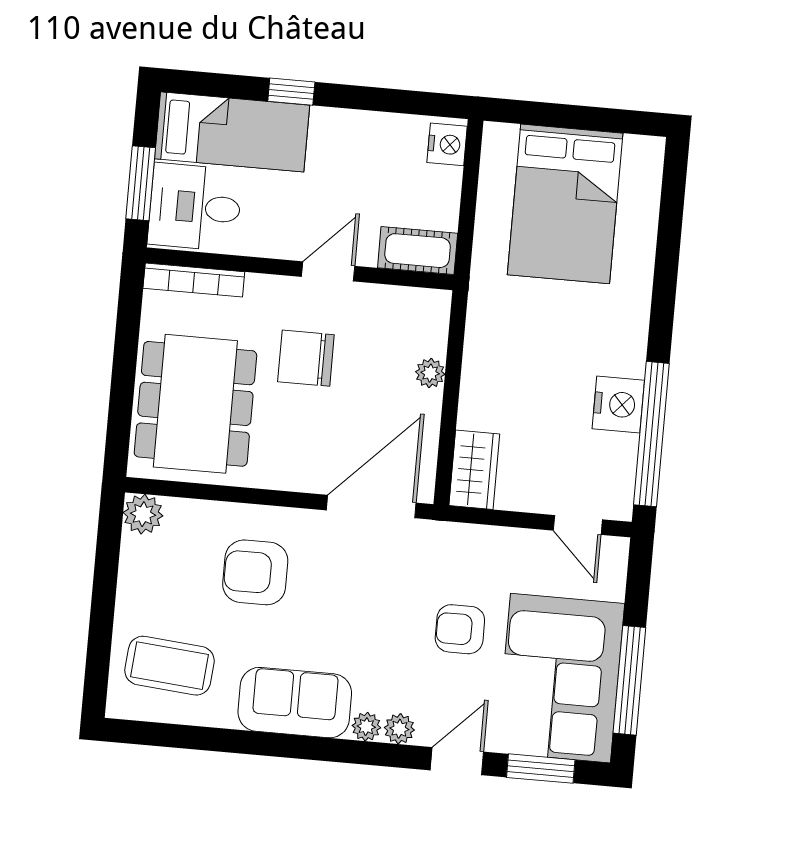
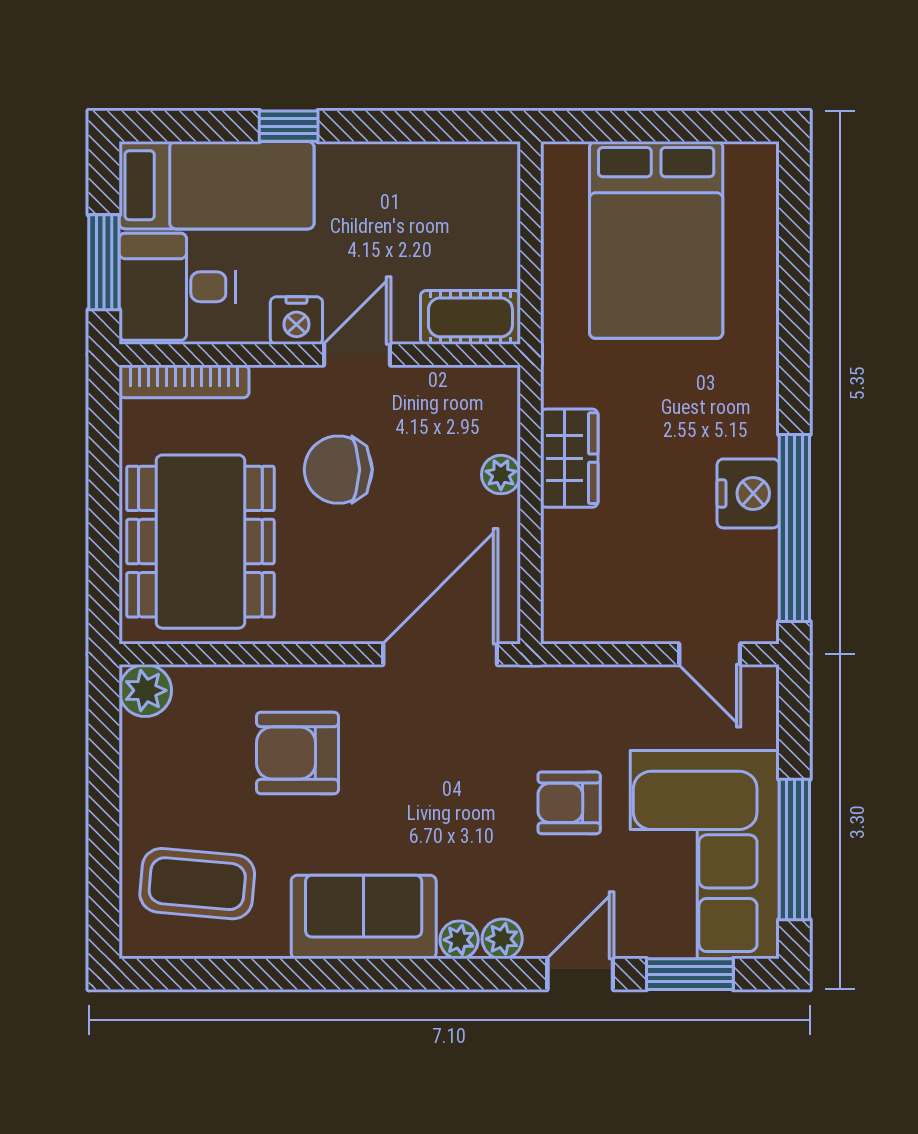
nightstand: (447, 144) -> (296, 321), moved, turned 90
wardrobe: (474, 470) -> (569, 458), moved

